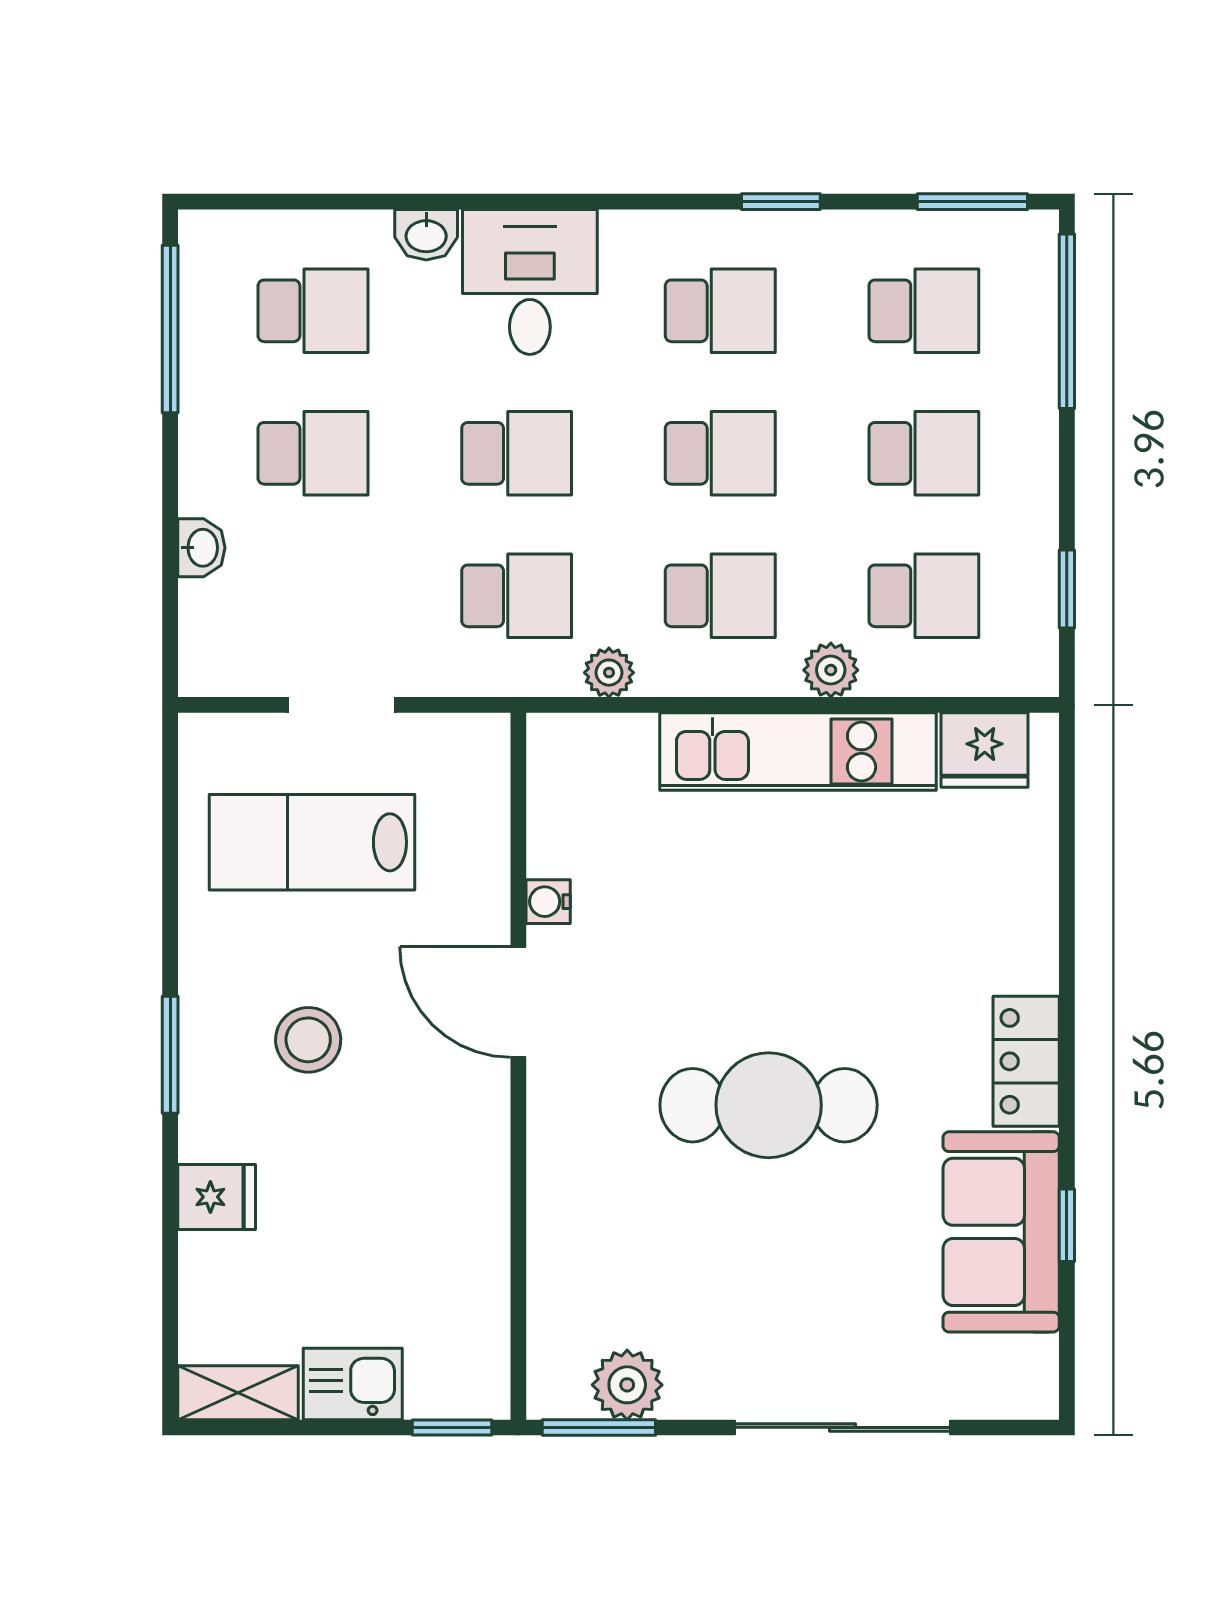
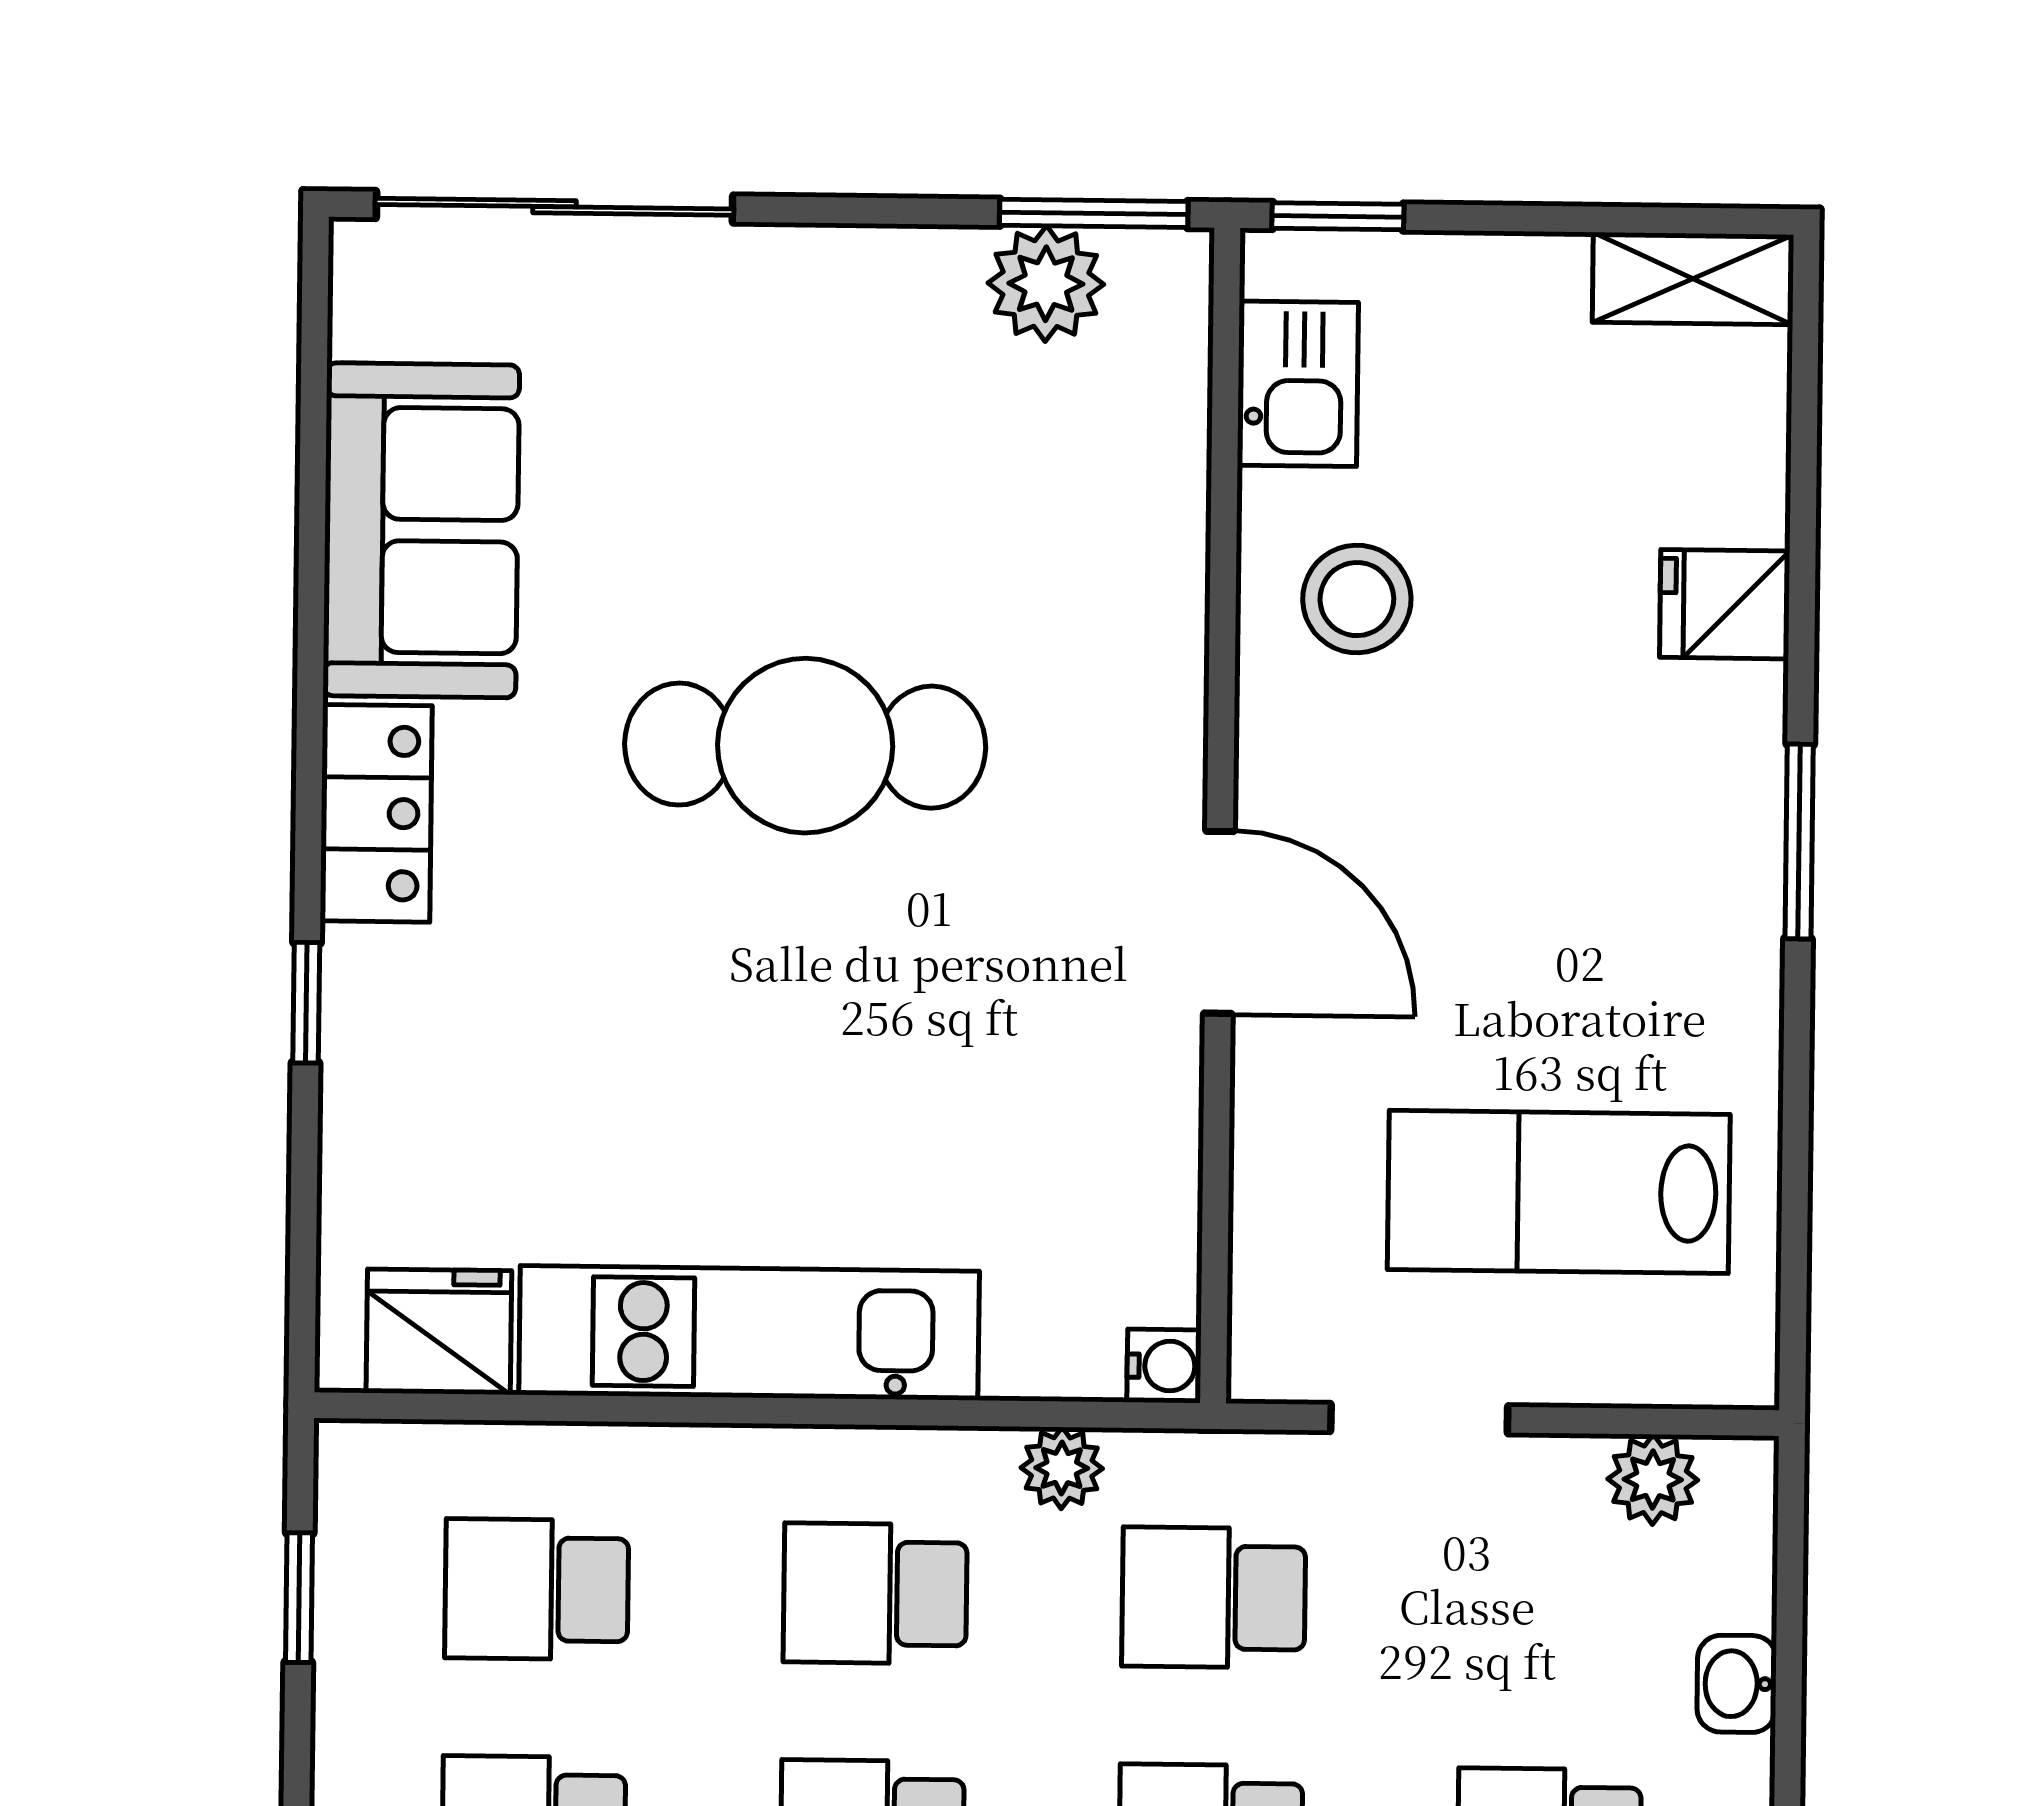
plant: (831, 670) -> (1653, 1479), moved
doorway: (342, 705) -> (1419, 1419), moved
lab bench: (312, 842) -> (1559, 1192), turned 180
water cooler: (548, 902) -> (1164, 1366), moved
stool: (308, 1040) -> (1357, 599), moved
window: (1067, 1225) -> (306, 1003), moved
kitchen sink: (353, 1384) -> (1298, 384), moved, turned -90
sliding door: (843, 1427) -> (554, 207), moved

